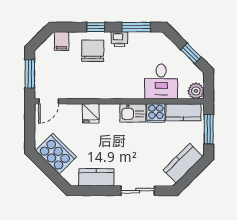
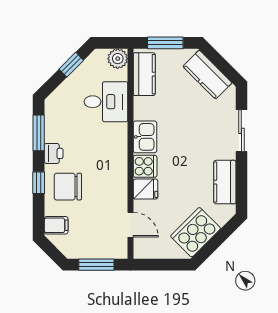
door: (49, 101) -> (131, 225), moved
cooker: (156, 113) -> (145, 166), moved

